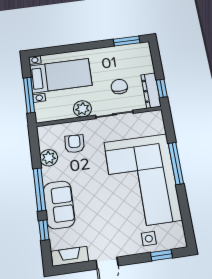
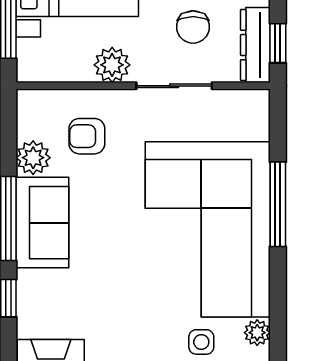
chair: (119, 87) -> (193, 27), turned 180
armchair: (74, 144) -> (87, 136), turned -93
sofa: (59, 205) -> (42, 223), moved
plant: (177, 229) -> (257, 333), added

